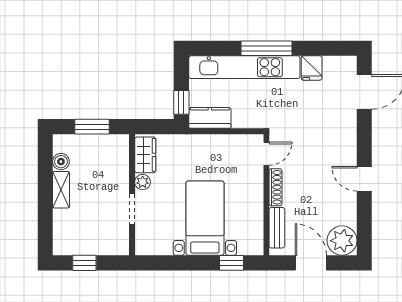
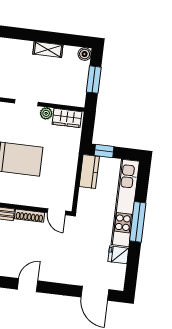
boiler: (61, 162) -> (85, 54), moved

